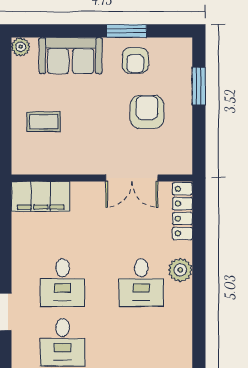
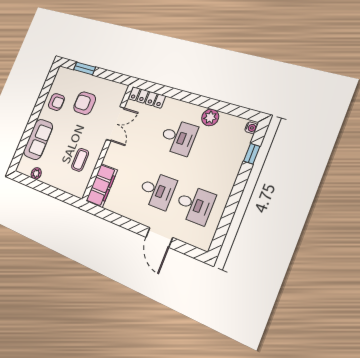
window: (127, 31) -> (40, 103), removed
plant: (21, 47) -> (36, 173), moved
coffee table: (44, 122) -> (80, 160), moved
plant: (180, 270) -> (210, 117), moved

